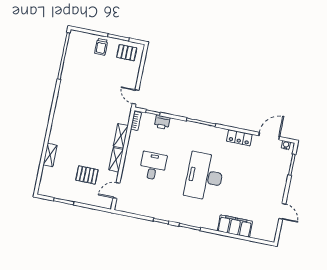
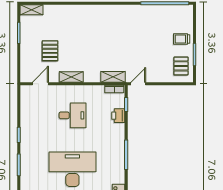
shelving: (121, 136) -> (113, 77), moved
shelving: (50, 155) -> (32, 10), moved
door: (116, 191) -> (40, 84), hinge flipped

